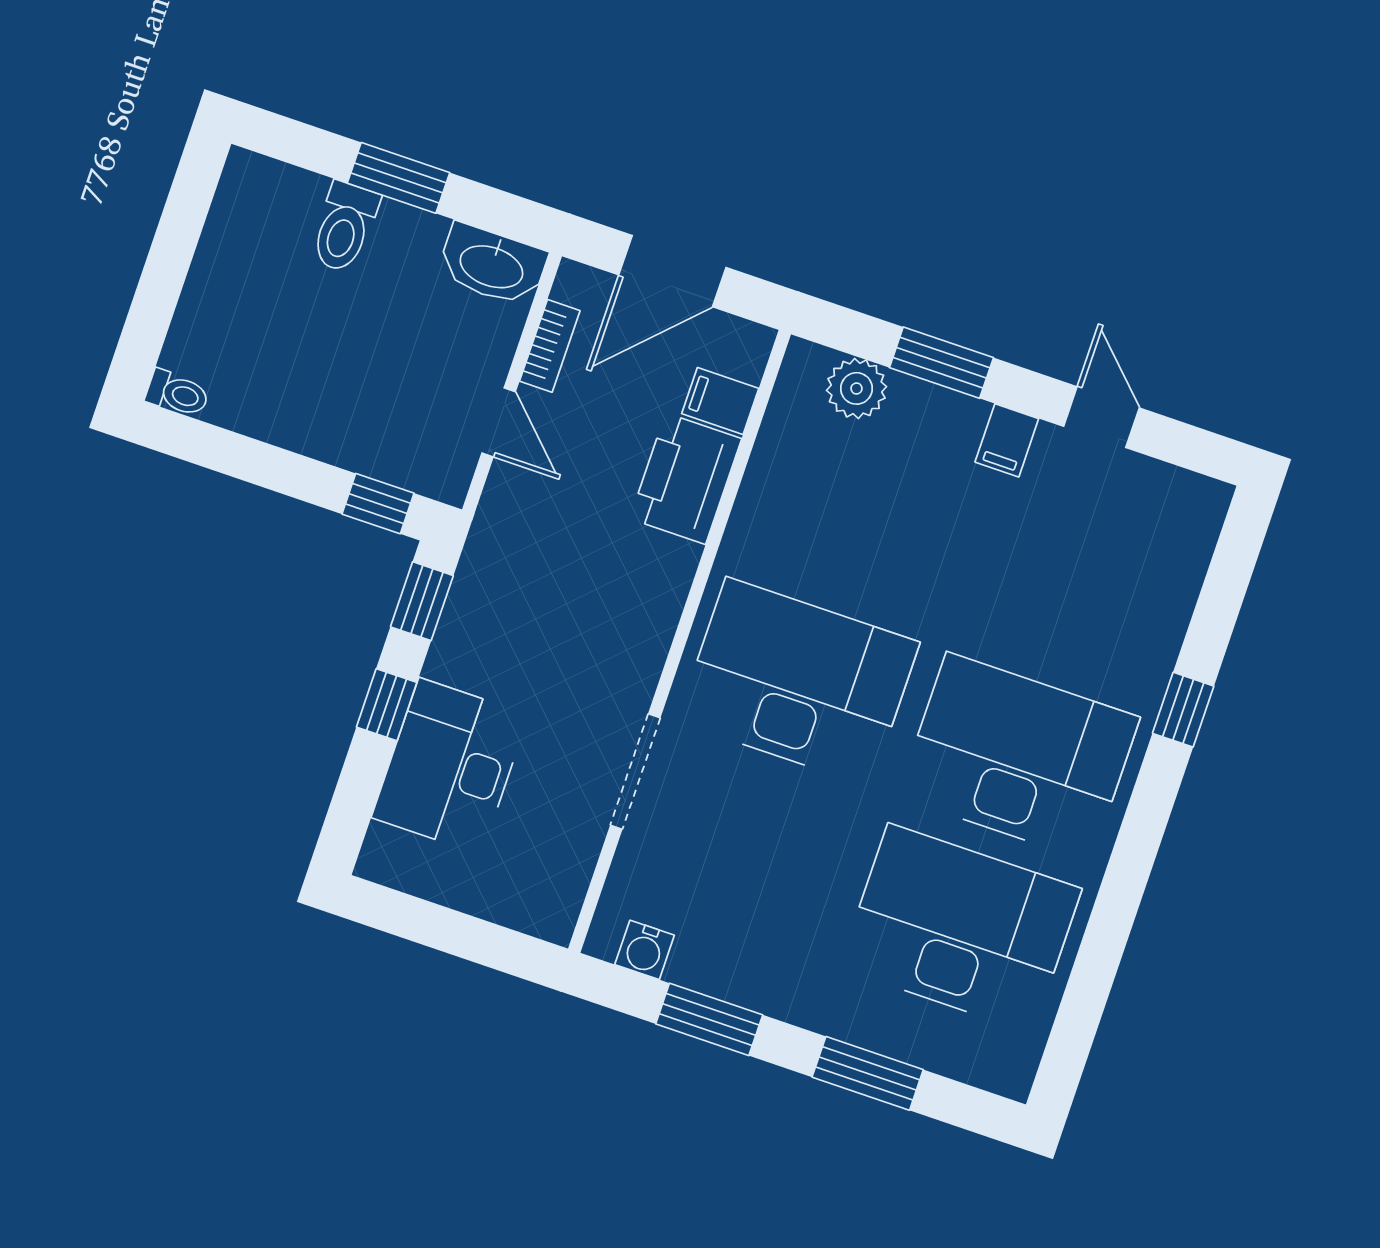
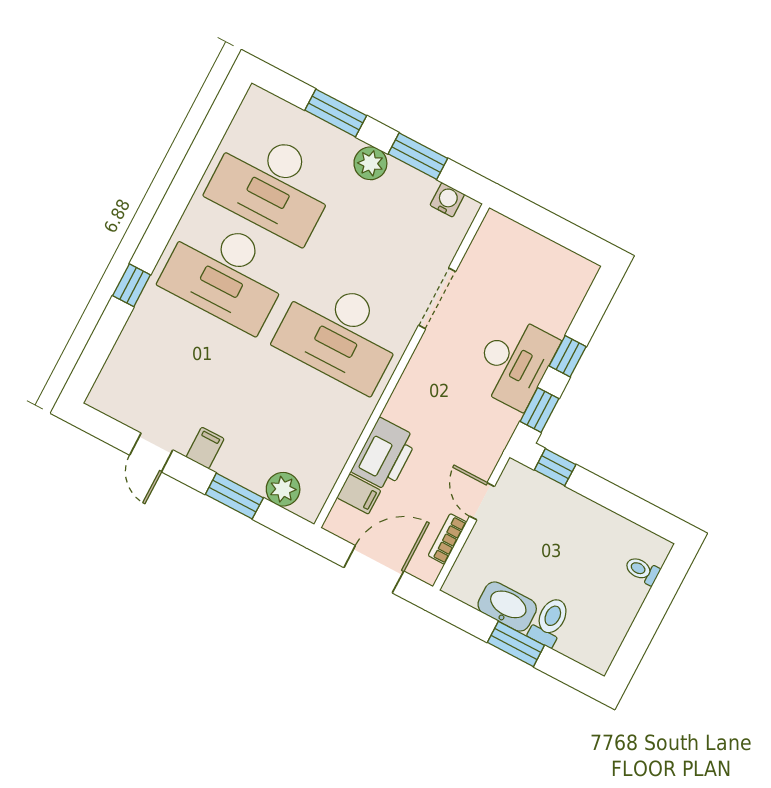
washbasin: (492, 265) -> (507, 607), moved
toilet: (177, 393) -> (642, 570), moved
desk: (450, 766) -> (514, 362), moved
plant: (792, 994) -> (370, 163), added

